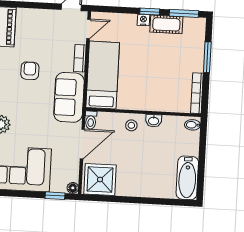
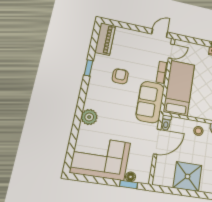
shower: (100, 179) -> (188, 176), moved
floor lamp: (73, 188) -> (131, 177), moved

